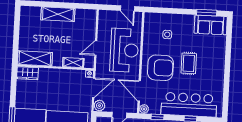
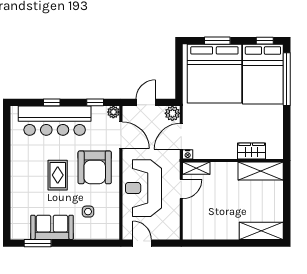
shelving: (58, 14) -> (261, 231), moved
sofa: (211, 25) -> (52, 227), moved
shelving: (73, 63) -> (196, 168), moved
armchair: (160, 68) -> (95, 167), turned -90
wardrobe: (27, 73) -> (252, 151), moved

